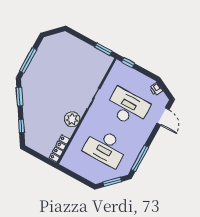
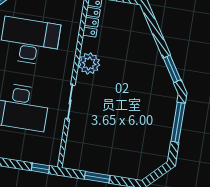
window: (103, 49) -> (97, 177), moved
window: (21, 126) -> (155, 30), removed

